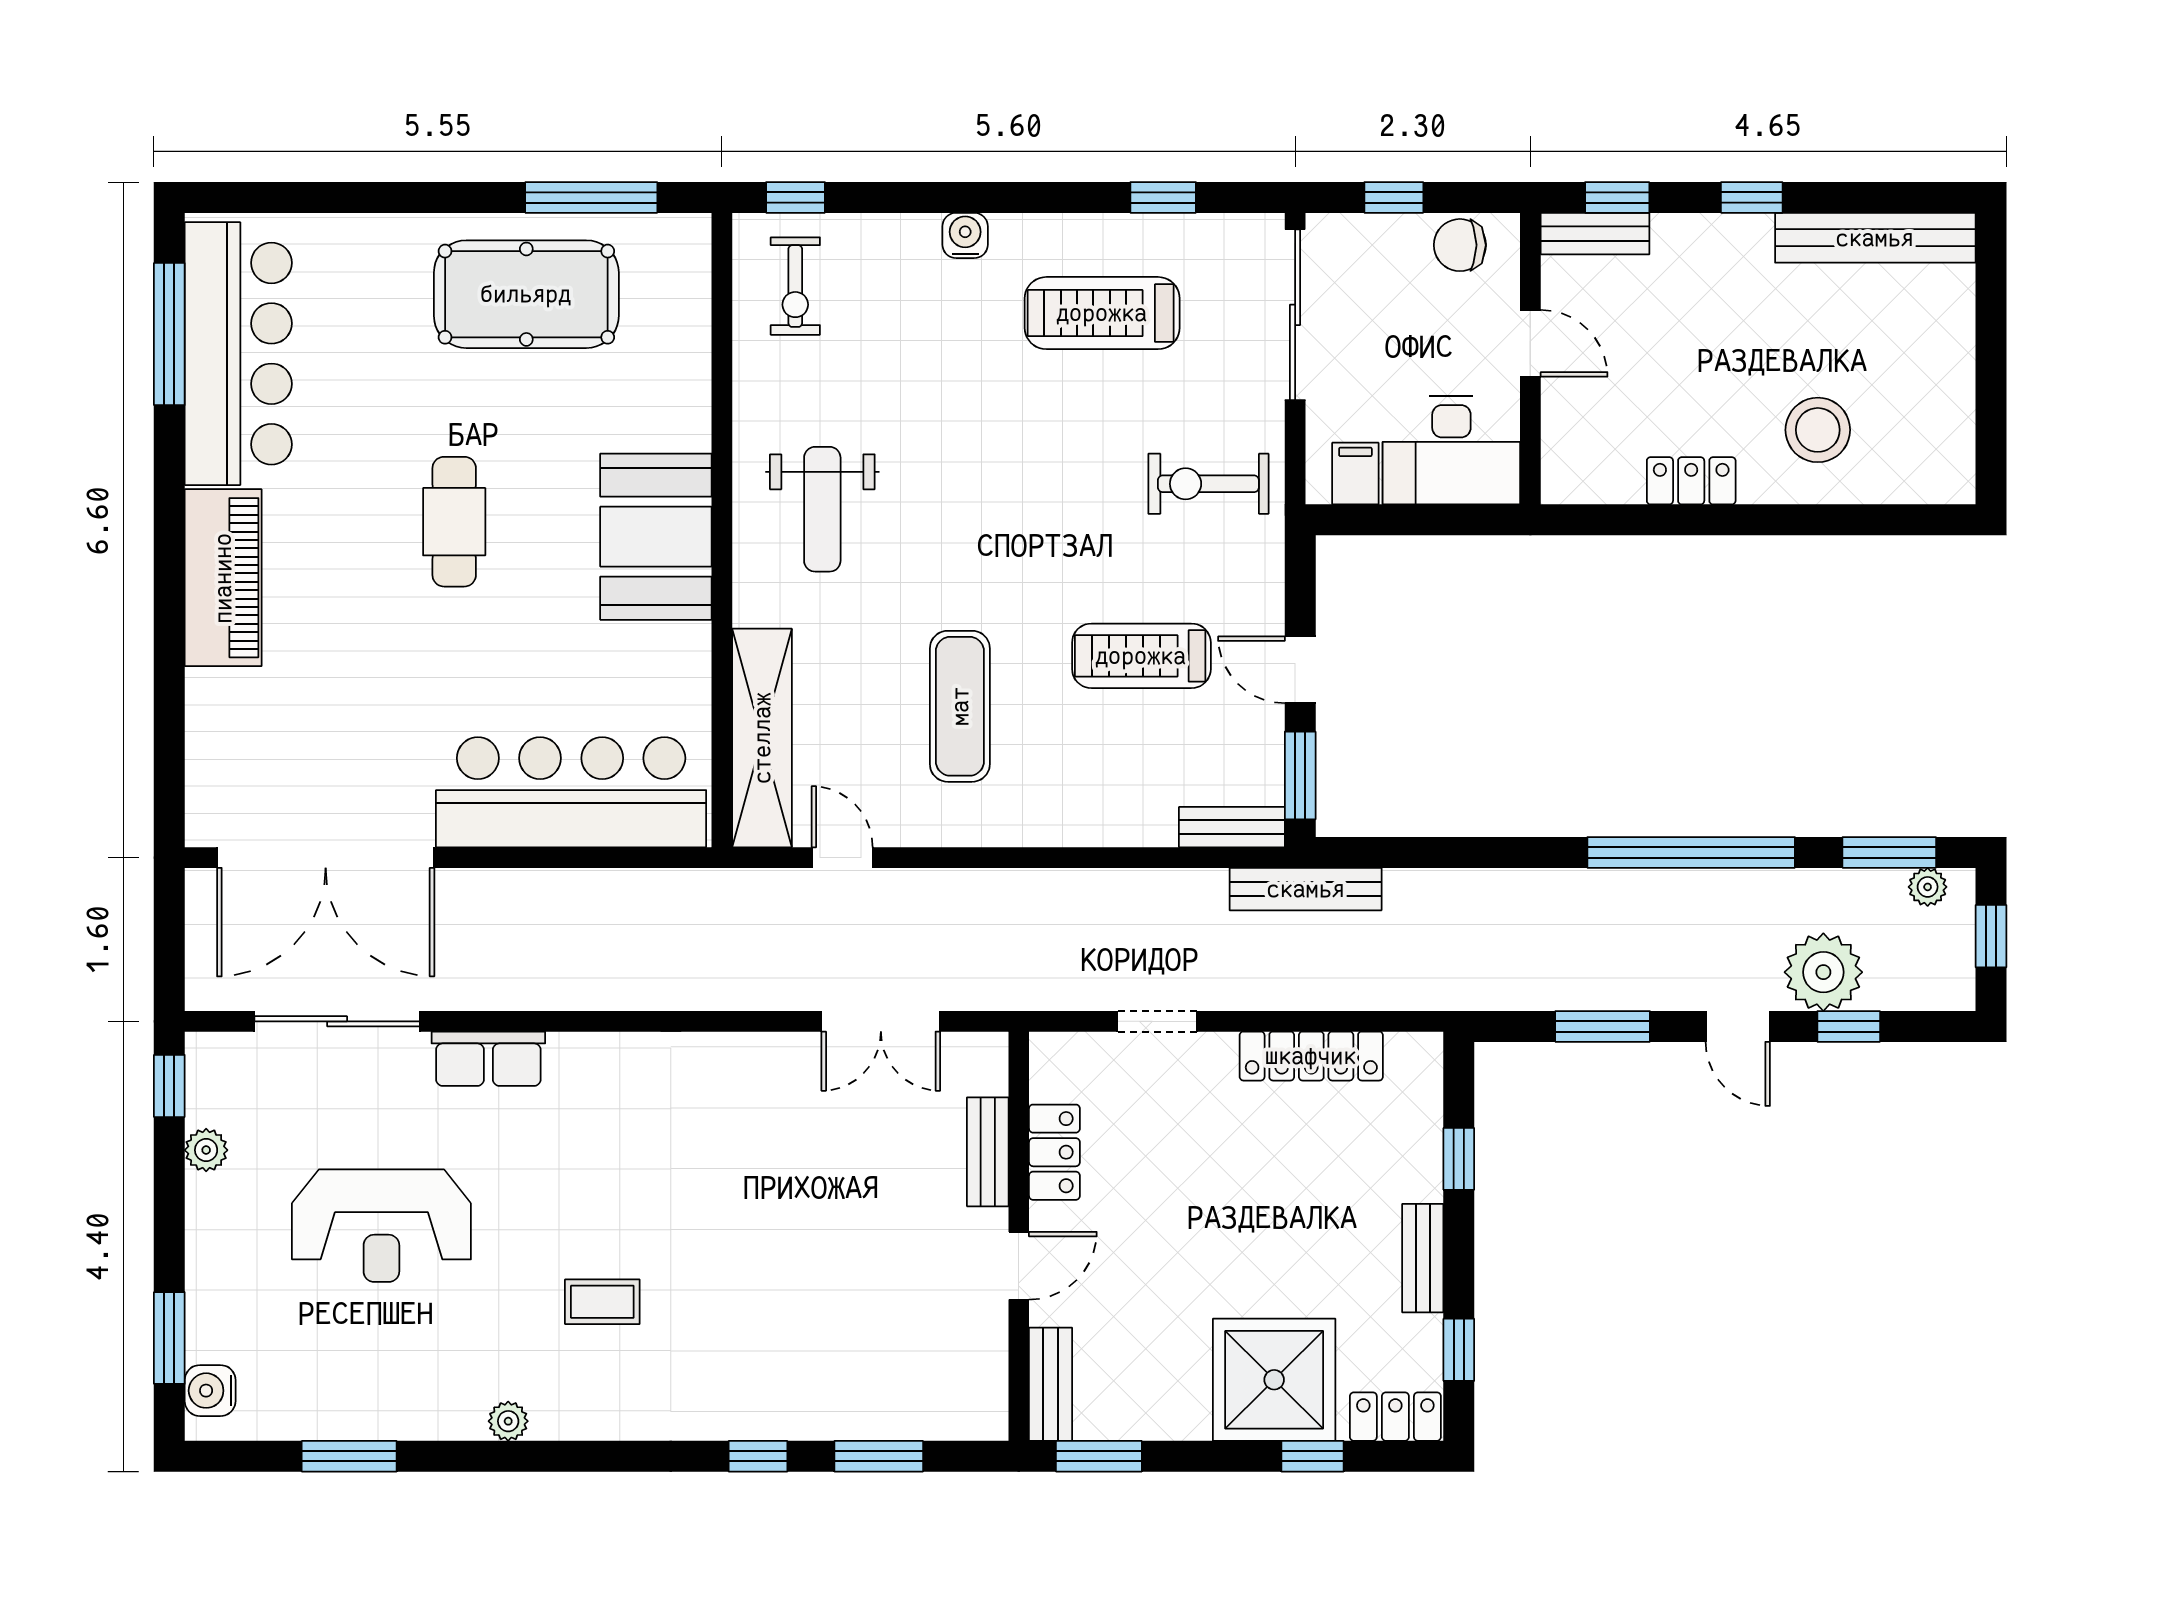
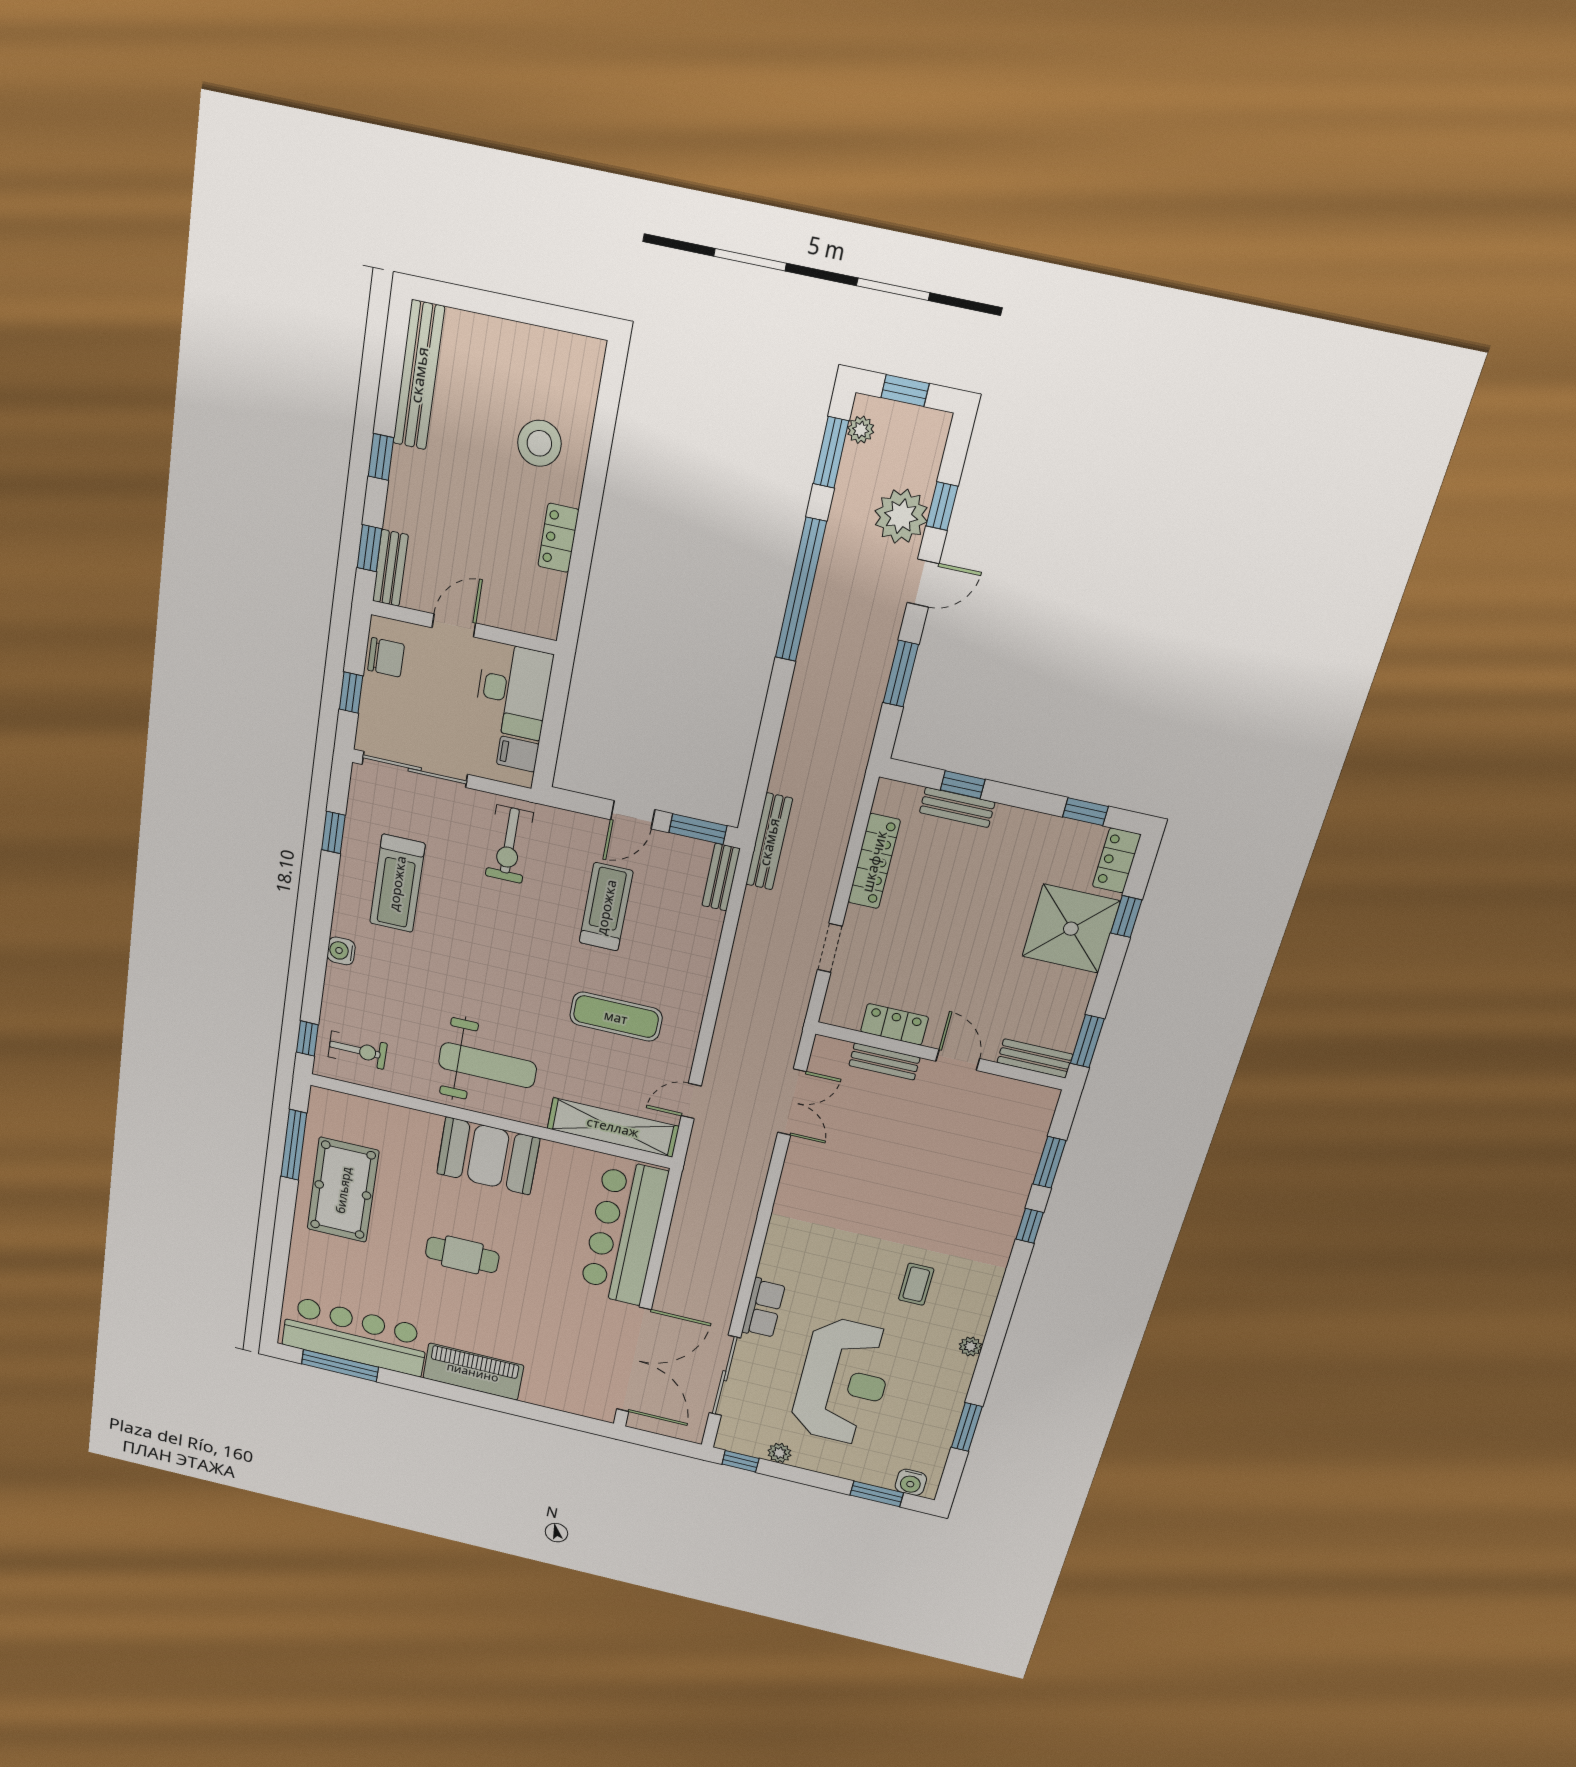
chair: (1460, 245) -> (386, 657), turned -90
weight bench: (822, 509) -> (488, 1065), width x1.36, depth x1.33
treadmill: (1141, 656) -> (606, 907), turned 180
reception desk: (381, 1226) -> (843, 1381), width x1.36, depth x1.30
bench: (1423, 1258) -> (957, 807), moved

